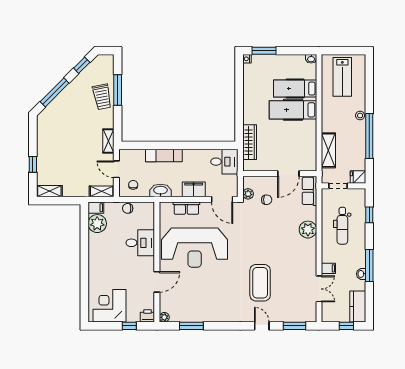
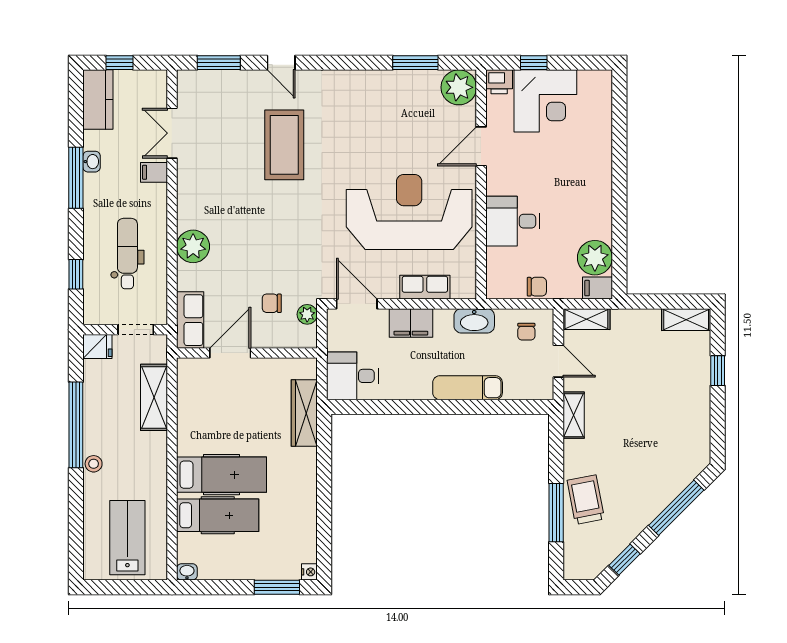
corner desk: (109, 306) -> (545, 101), moved
plant: (164, 317) -> (459, 87), width x1.87, depth x1.87

